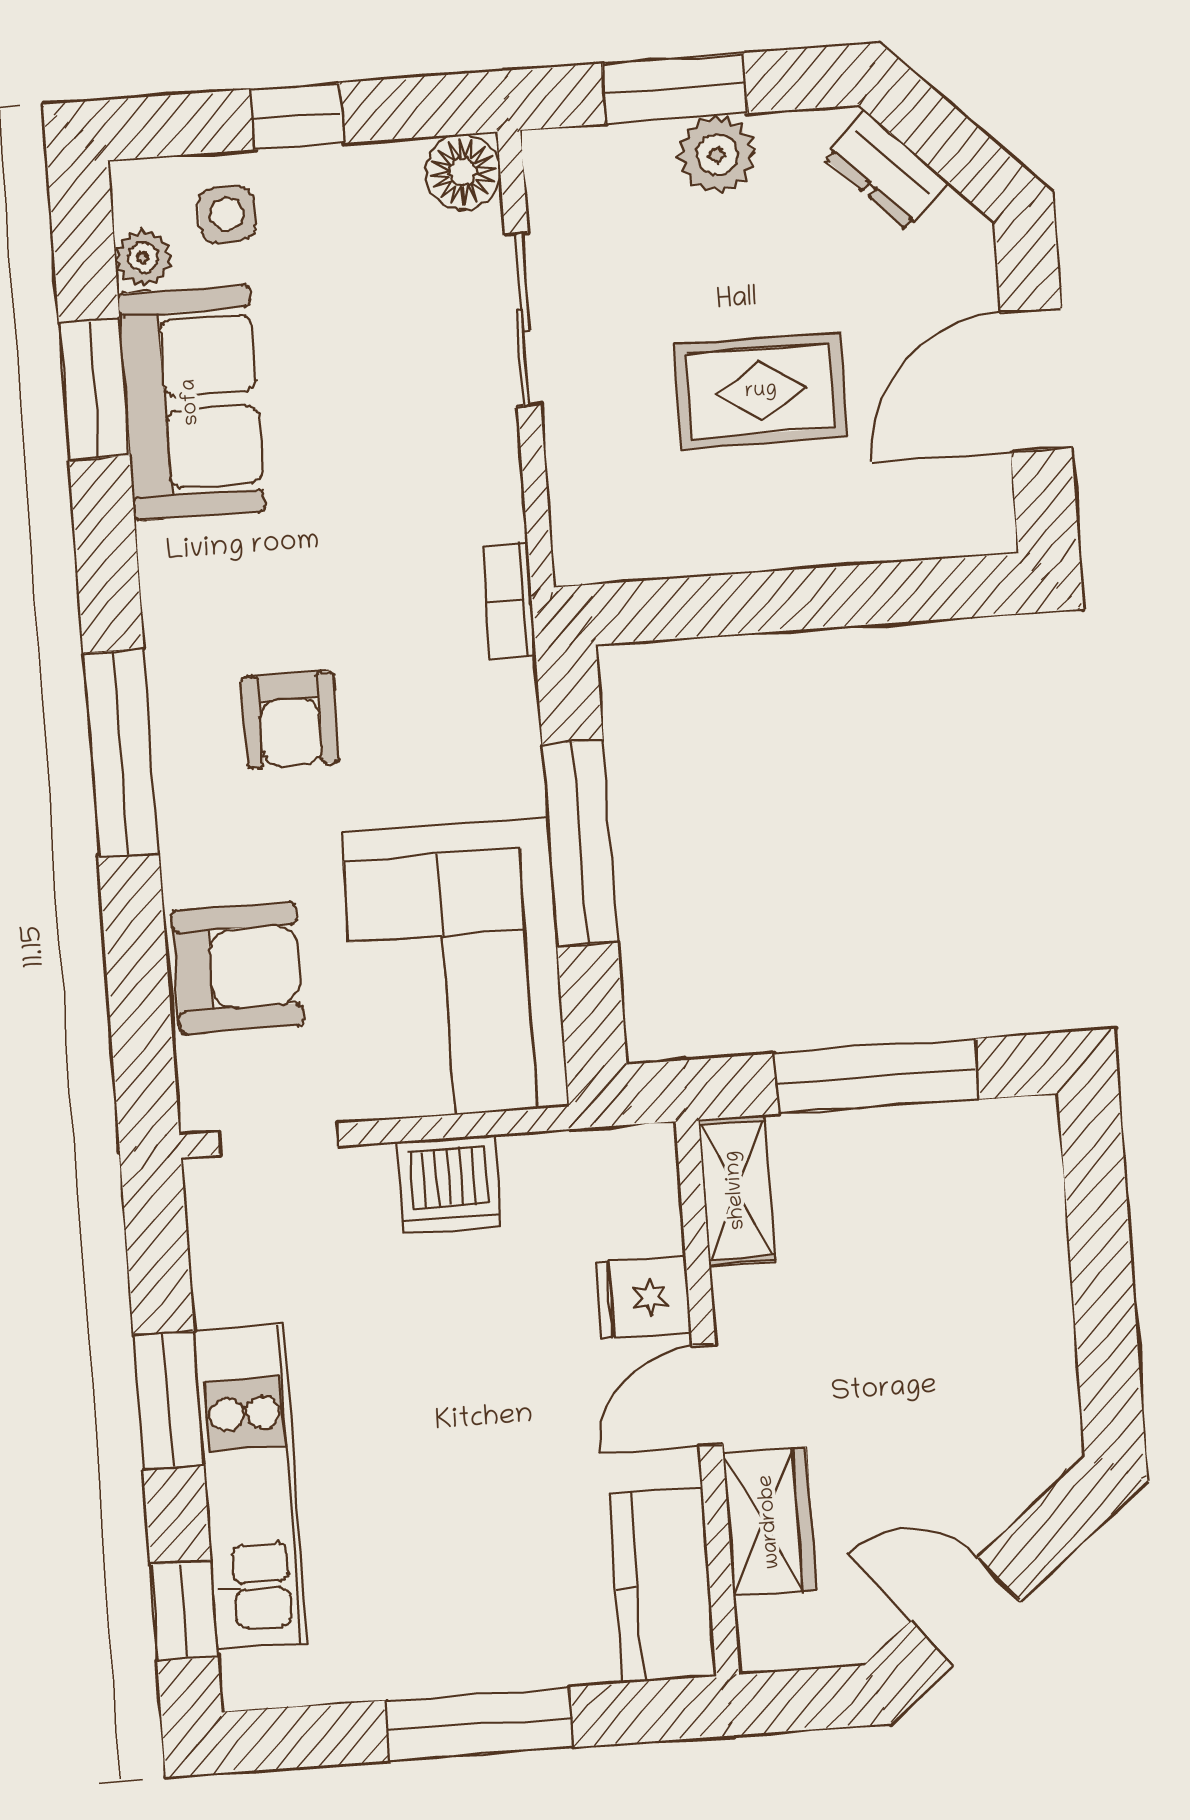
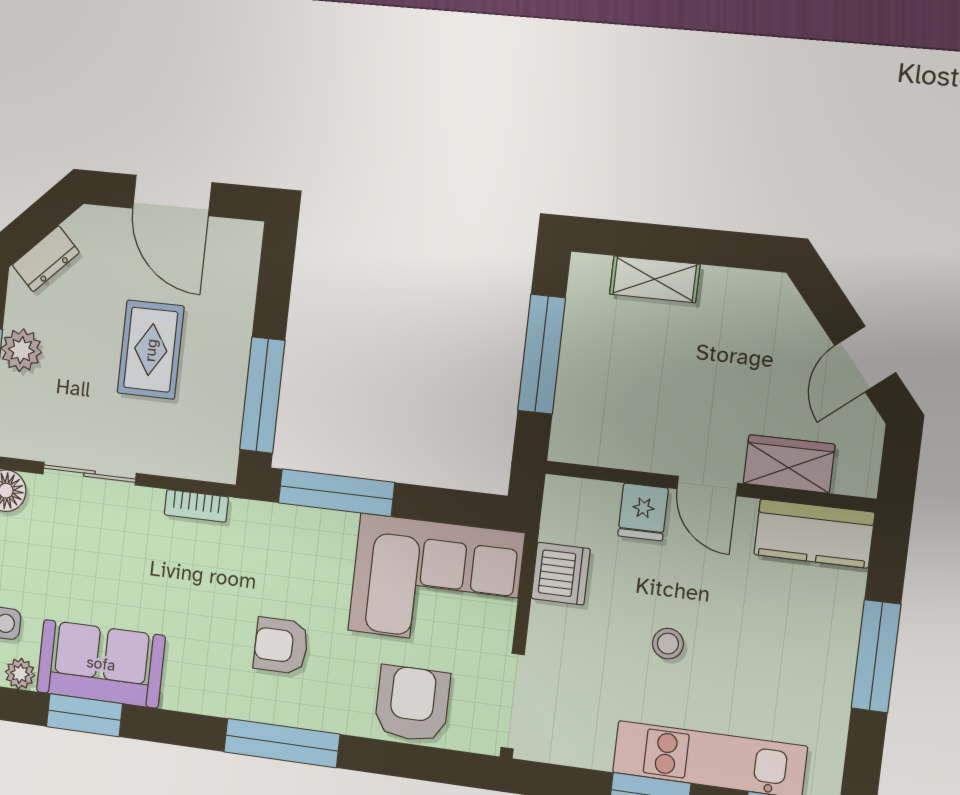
bookcase: (509, 600) -> (196, 506), moved
window: (718, 605) -> (262, 395), added
armchair: (290, 720) -> (281, 646), turned 180
window: (580, 843) -> (336, 493), moved
doorway: (278, 1139) -> (513, 701), width x1.38
dishwasher: (449, 1184) -> (561, 574), moved
shelving: (736, 1190) -> (655, 279), moved
stool: (430, 1381) -> (668, 644), added

